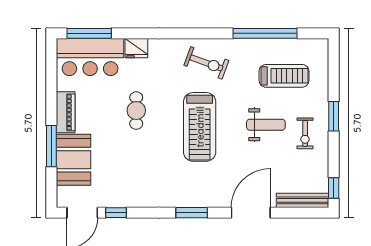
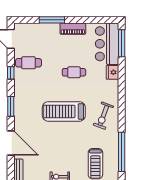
weight bench: (266, 125) -> (65, 152), removed
booth: (74, 160) -> (44, 34), removed
cafe table: (121, 184) -> (29, 63), added
window: (116, 213) -> (11, 73), moved

